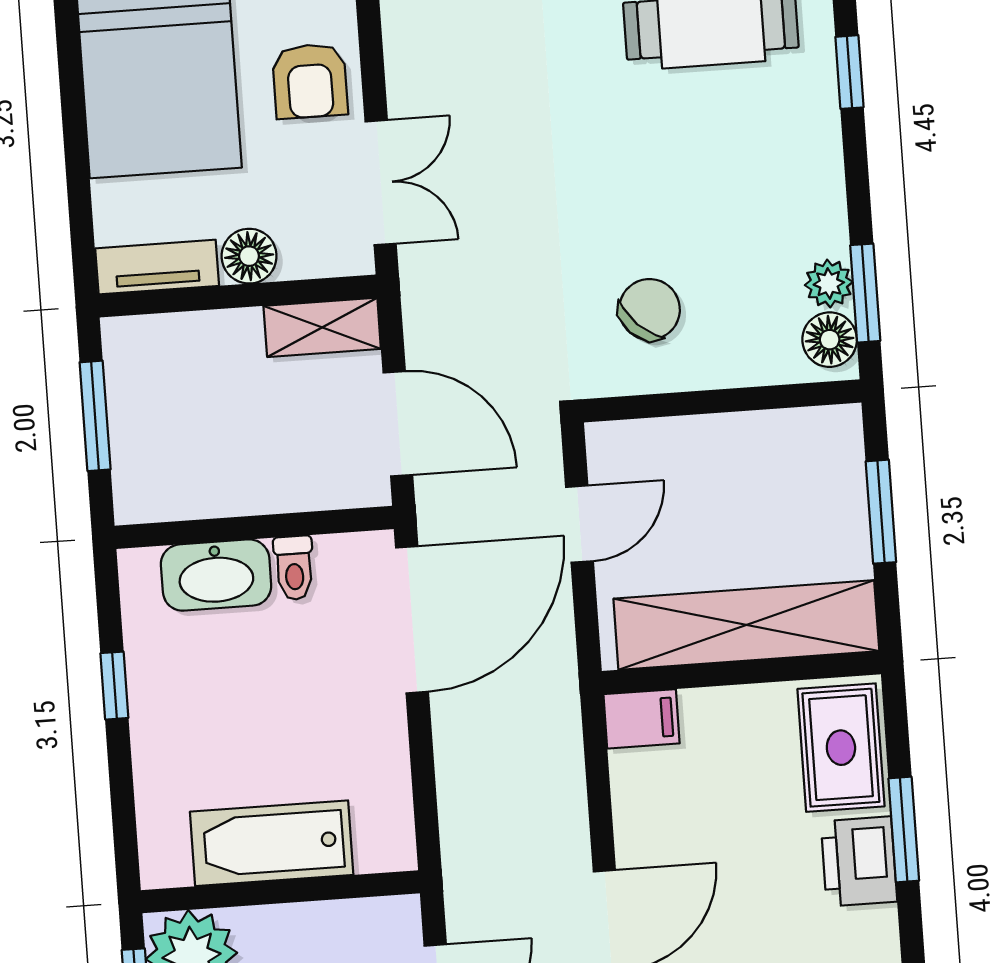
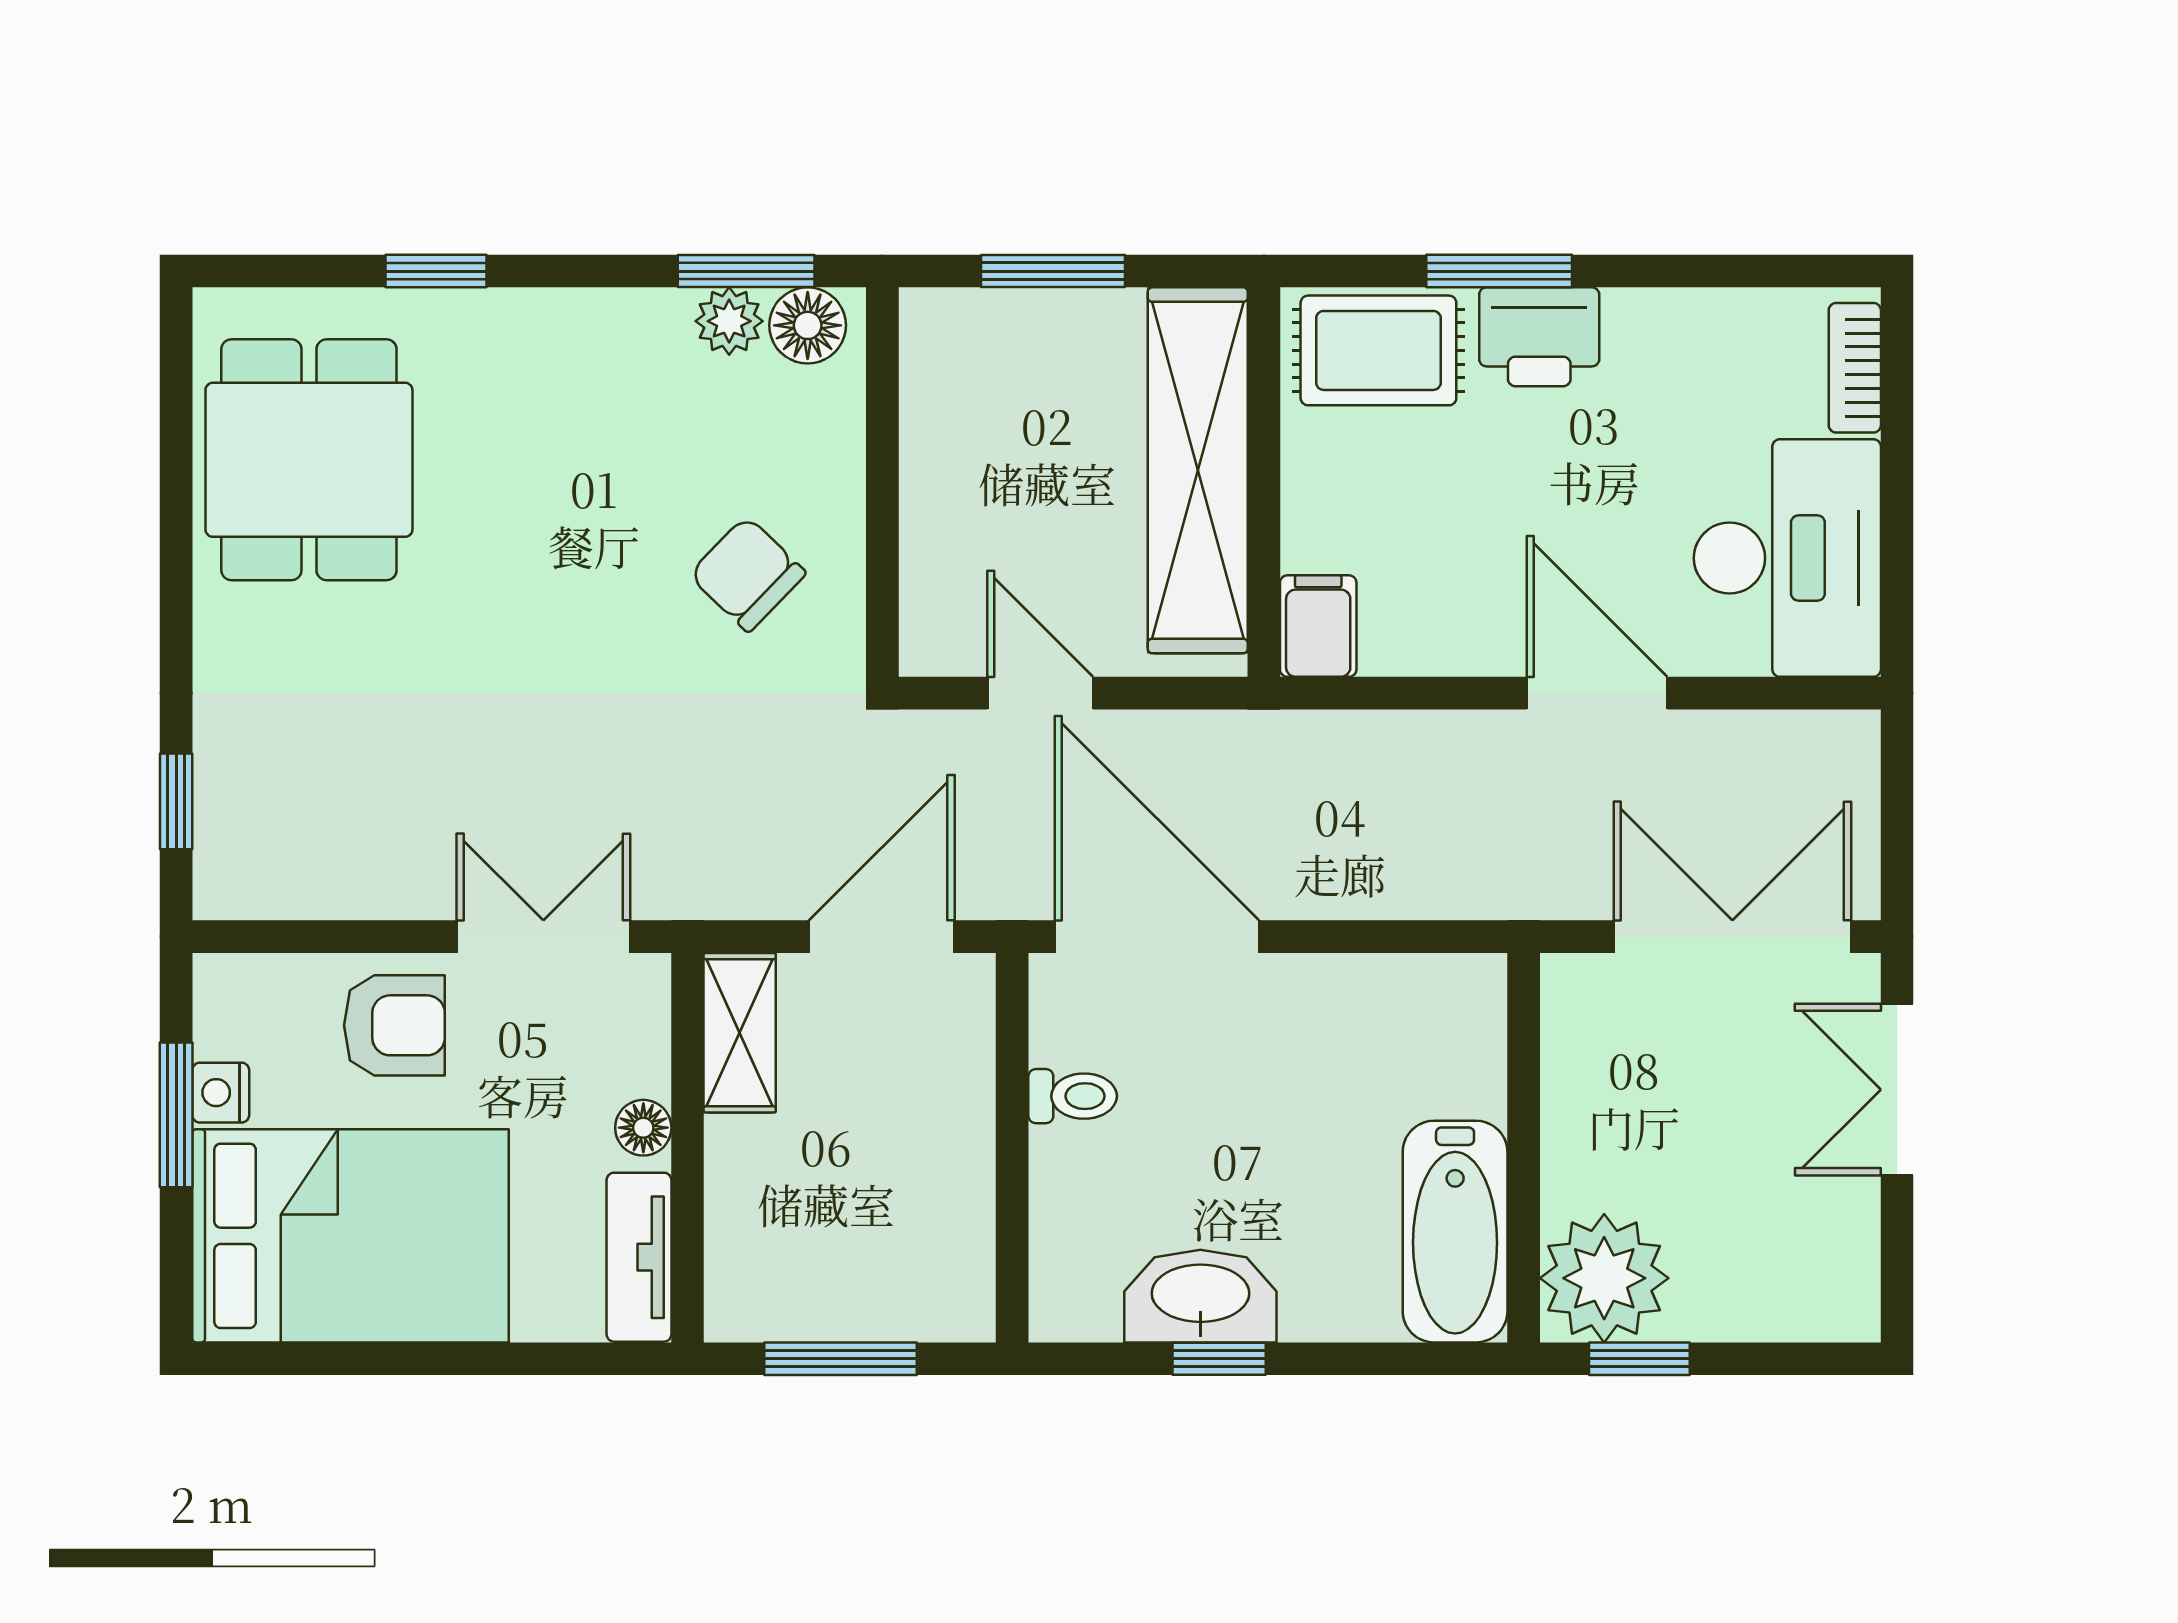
floor lamp: (249, 256) -> (643, 1128), width x0.73, depth x0.73
washbasin: (216, 575) -> (1200, 1296), moved, turned -90
bathtub: (272, 843) -> (1455, 1232), moved

